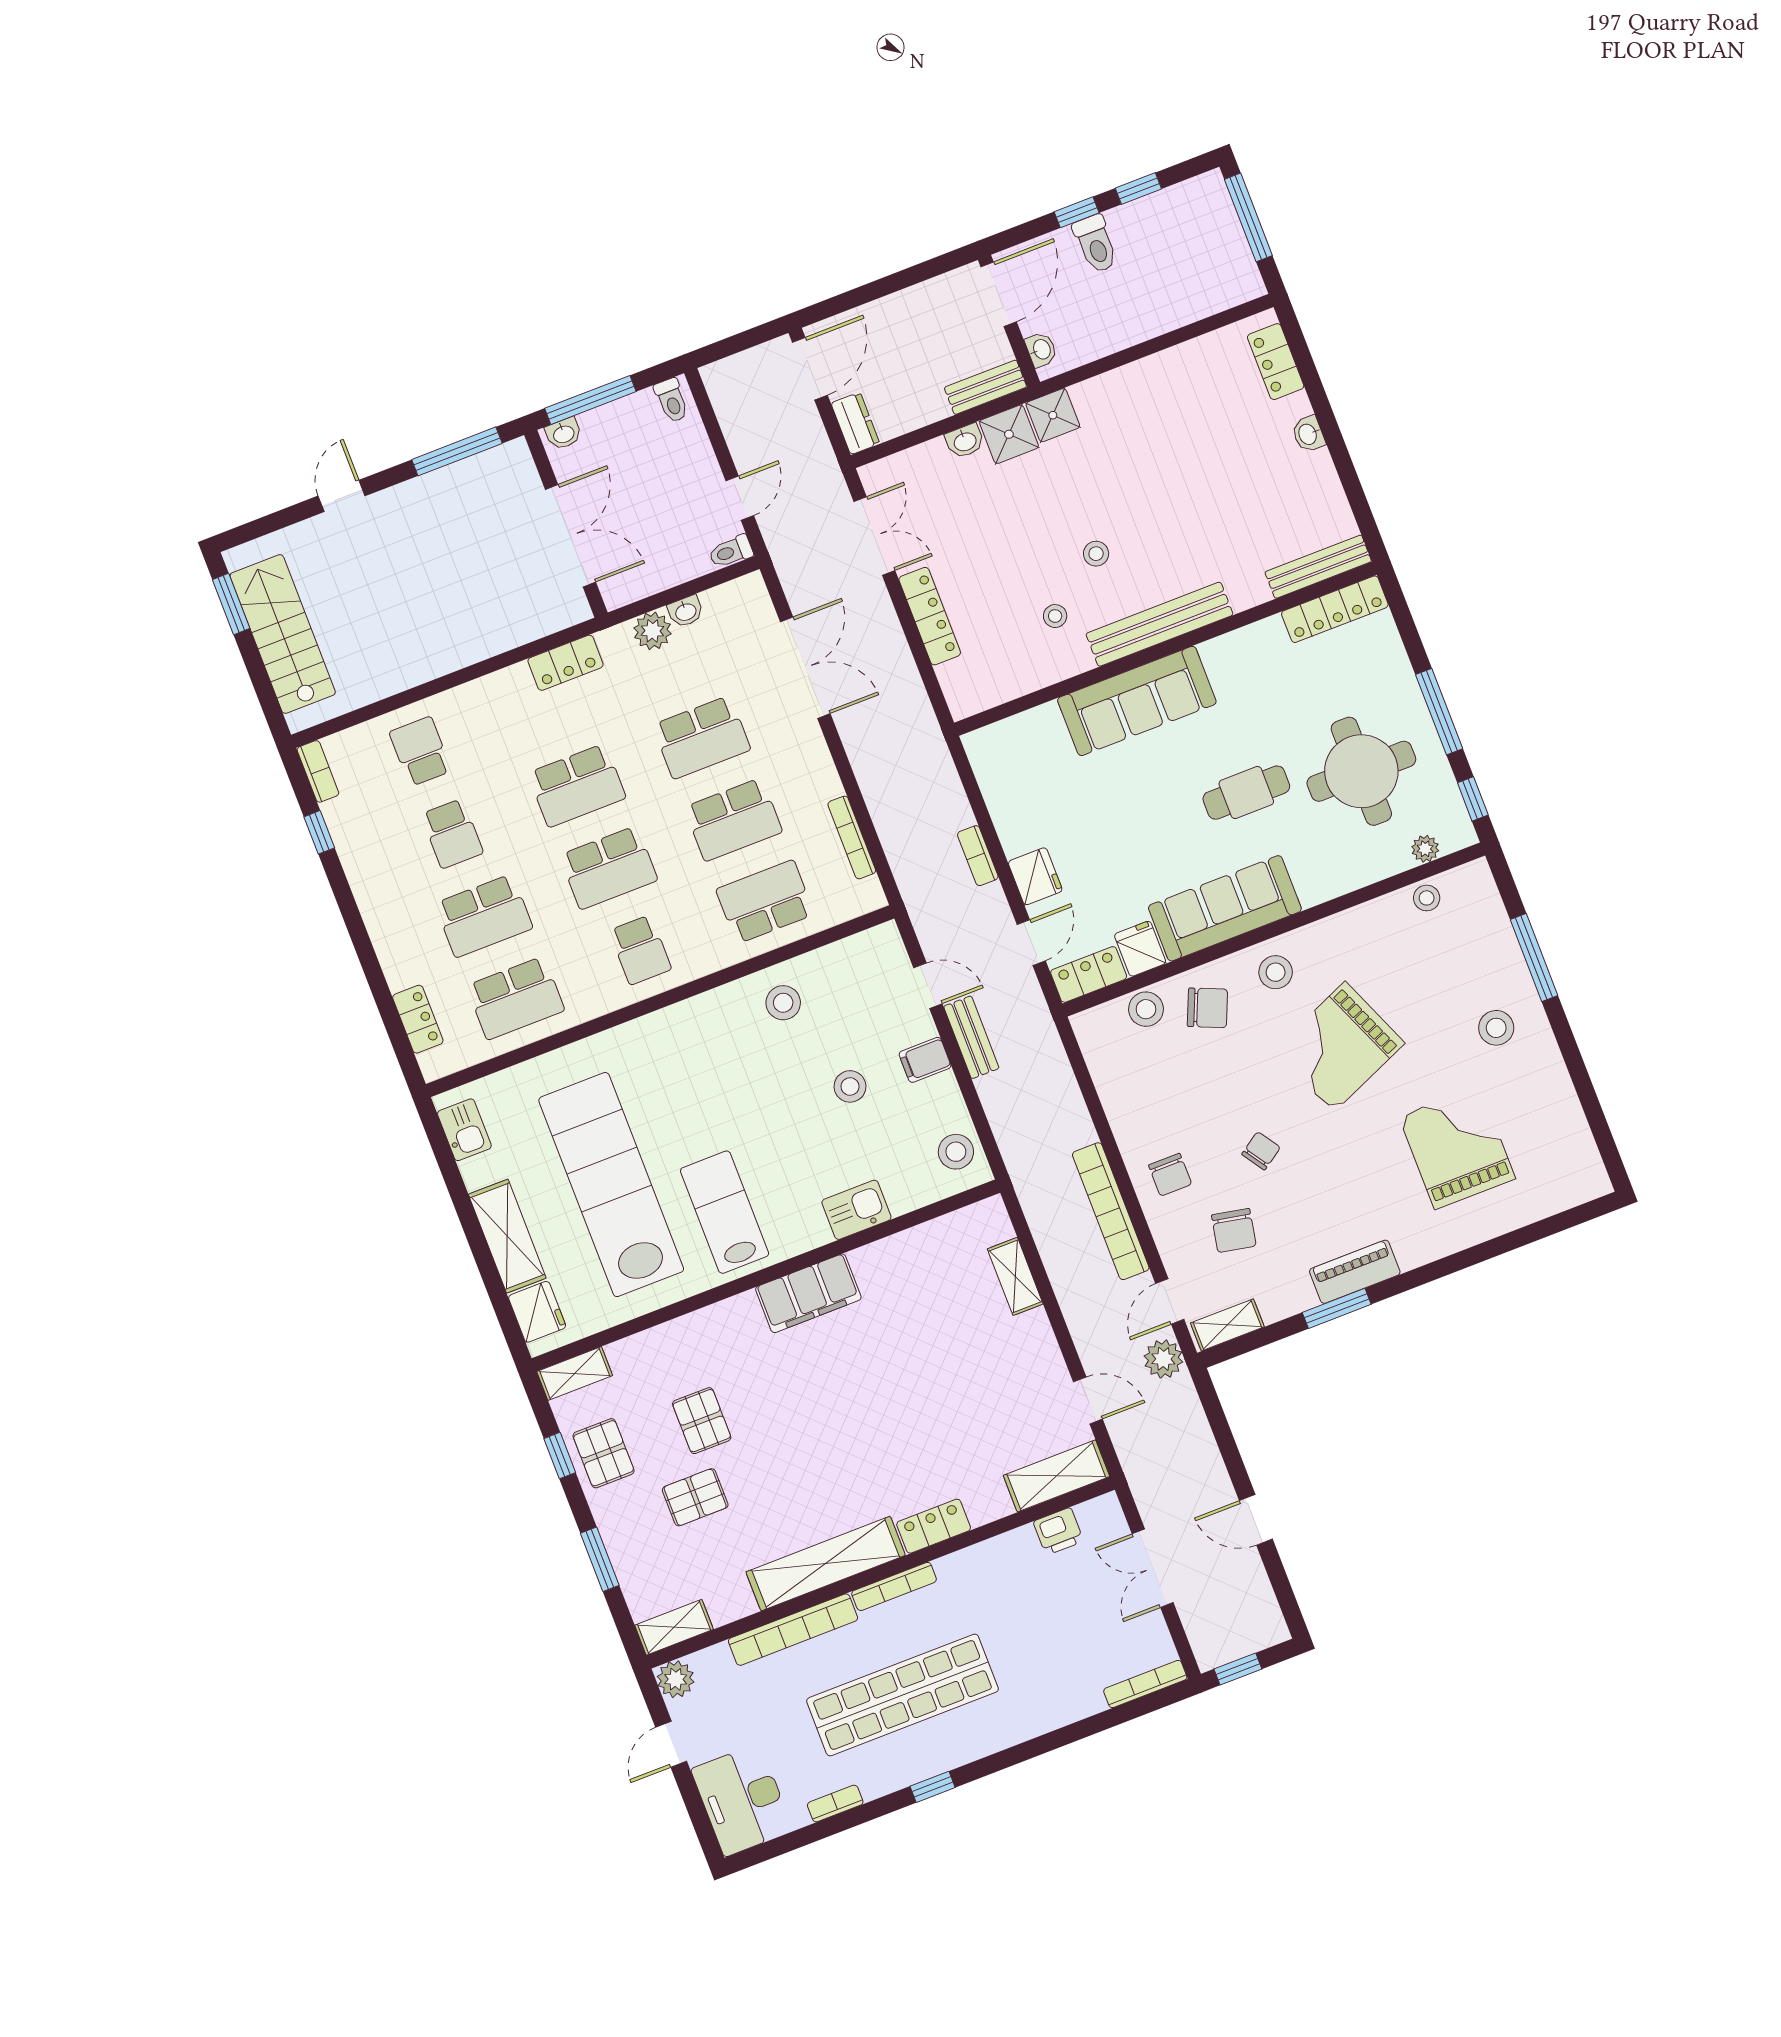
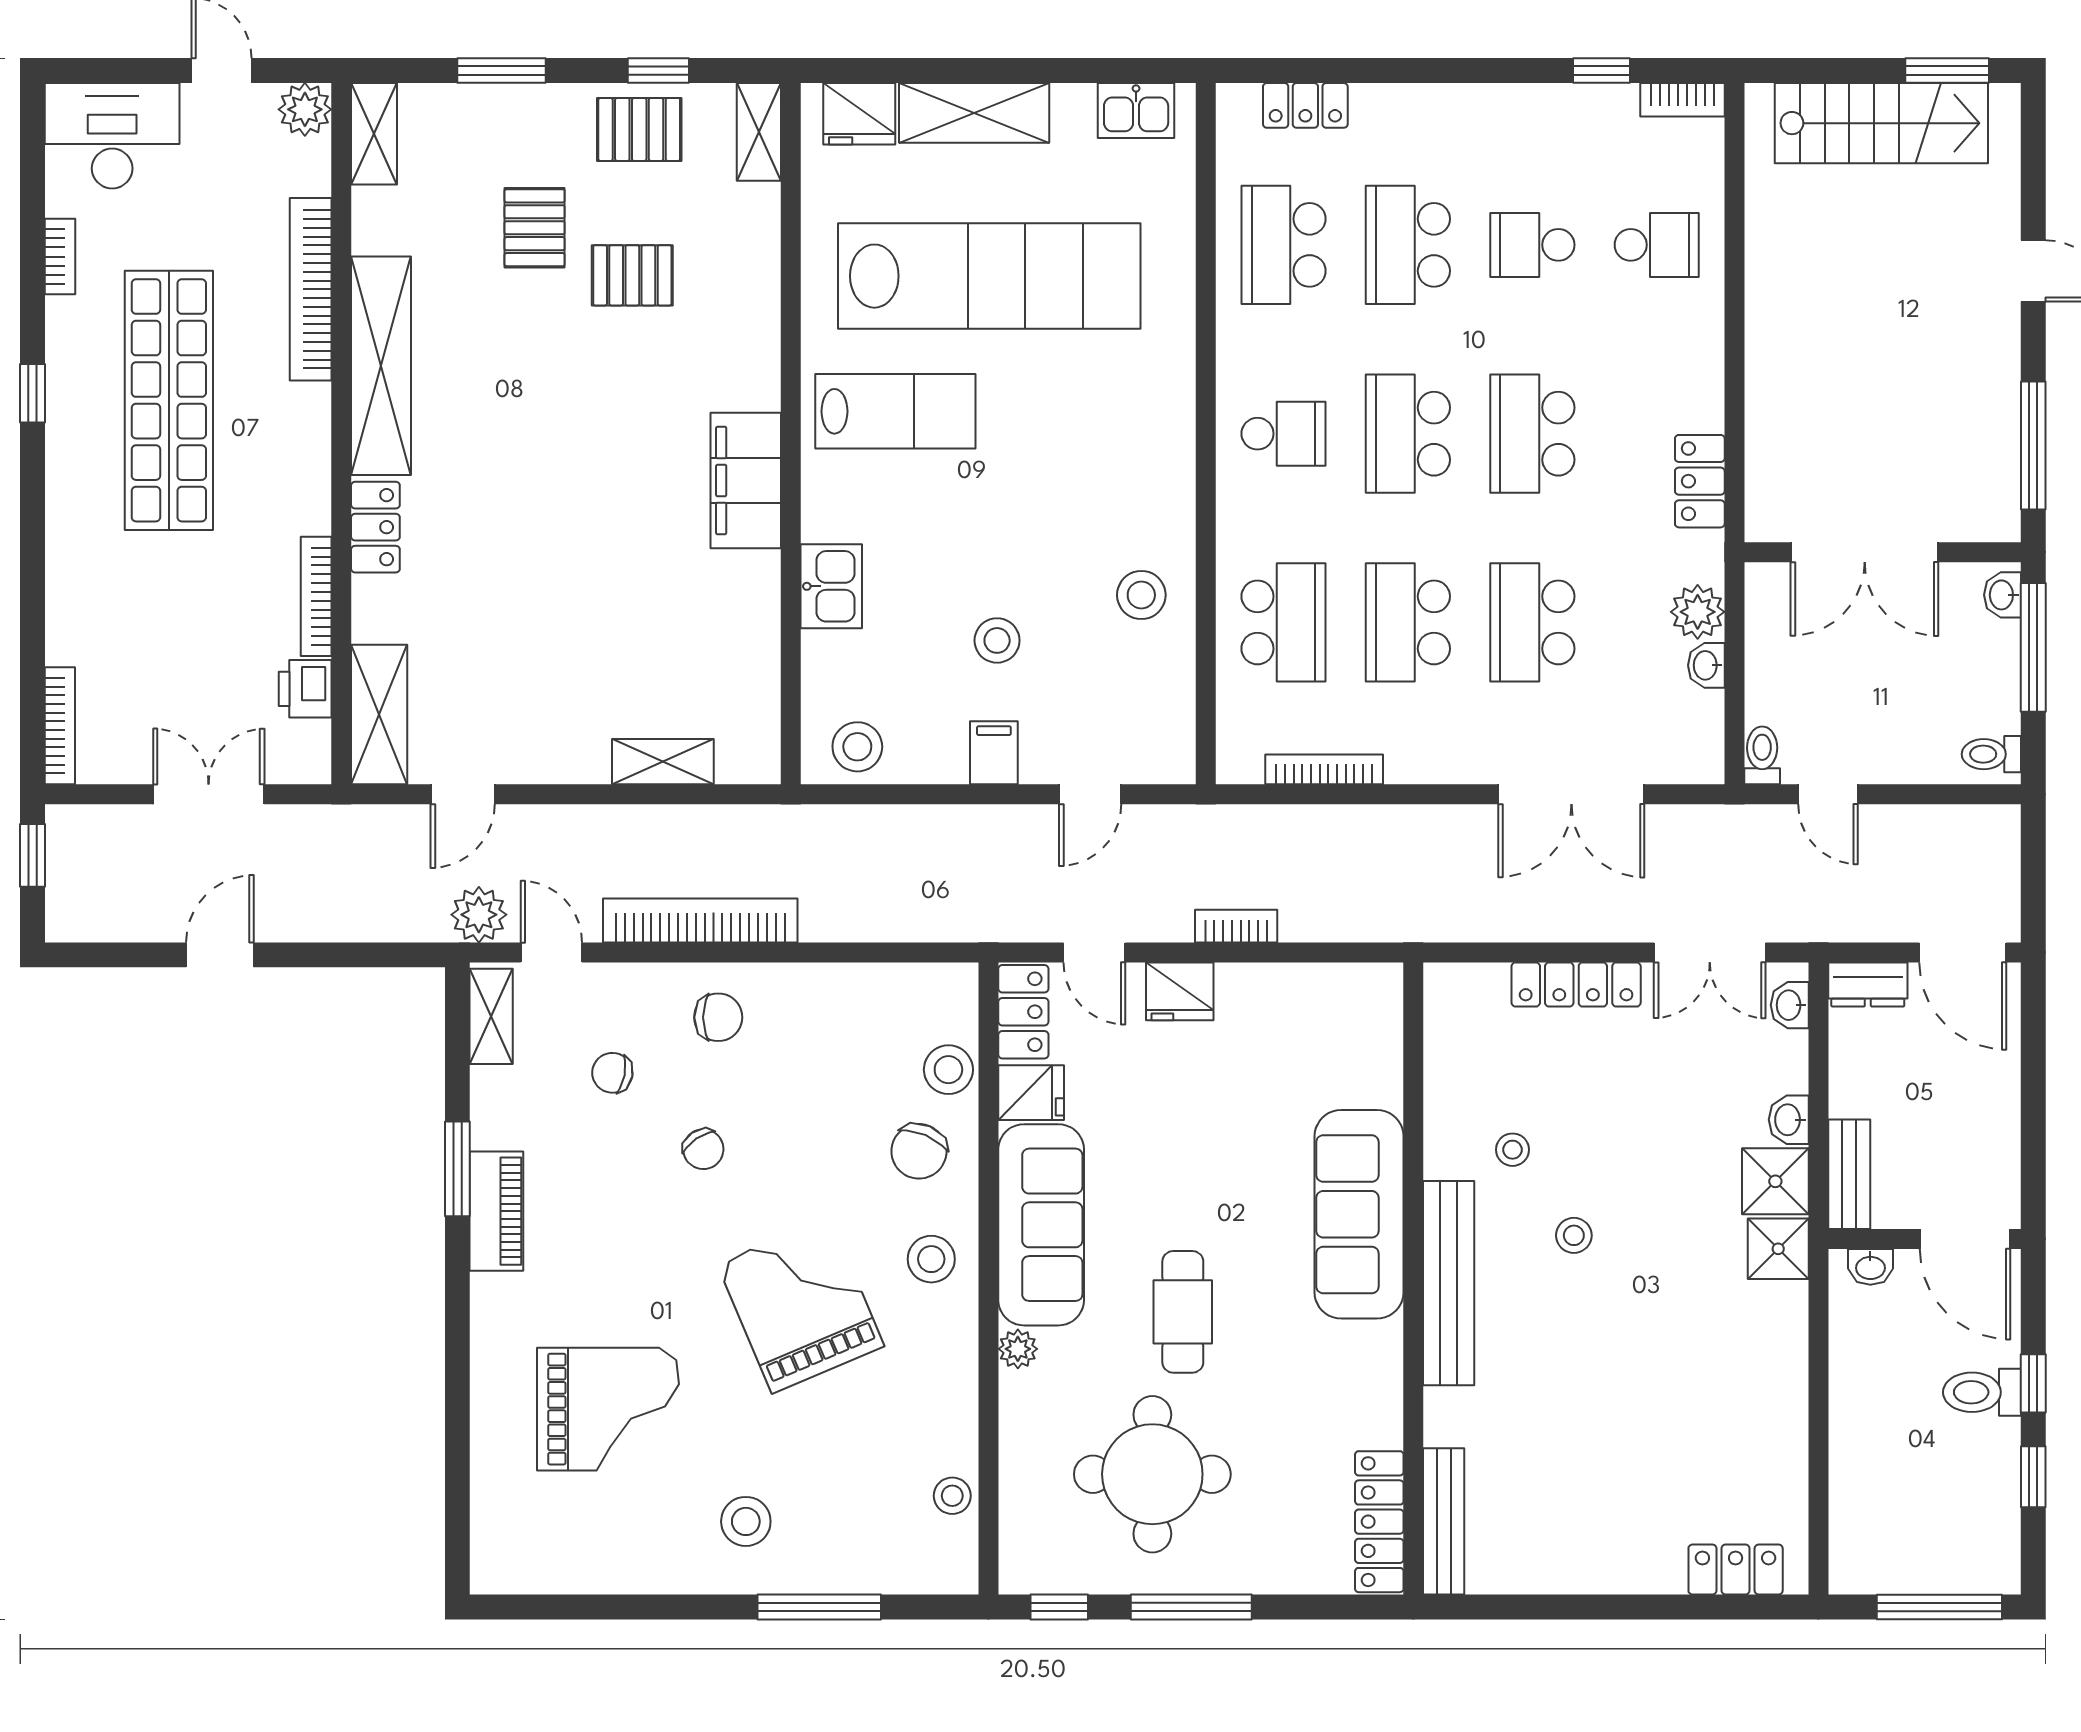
washbasin: (1308, 434) -> (1790, 1005), moved, turned -90
plant: (1425, 849) -> (1018, 1349), moved
school desk: (640, 950) -> (1284, 434), turned 180
bench: (971, 1037) -> (1000, 825), removed
chair: (1170, 1175) -> (718, 1017), turned 180
chair: (1234, 1230) -> (612, 1073), width x0.73, depth x0.73
bookcase: (894, 1586) -> (316, 596), moved

